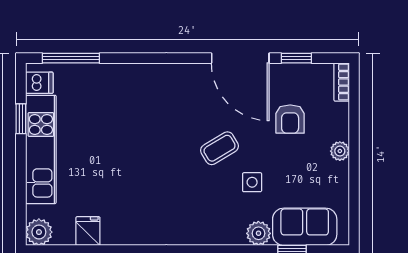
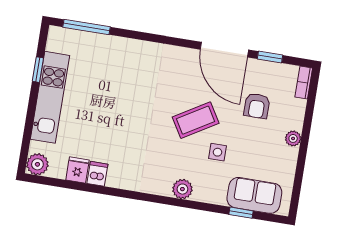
dishwasher: (39, 83) -> (97, 174), moved, turned -90
coffee table: (220, 148) -> (196, 120), width x1.36, depth x1.30
plant: (258, 233) -> (182, 189), moved

